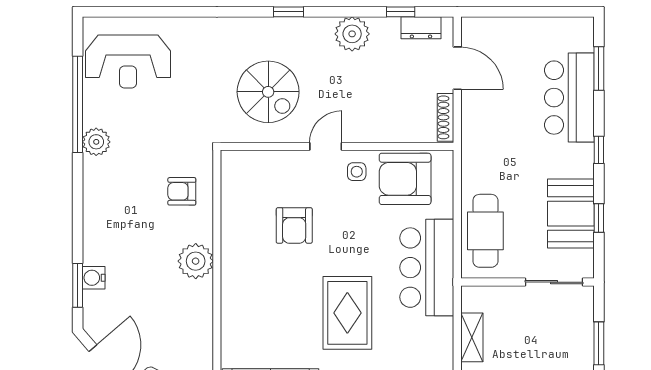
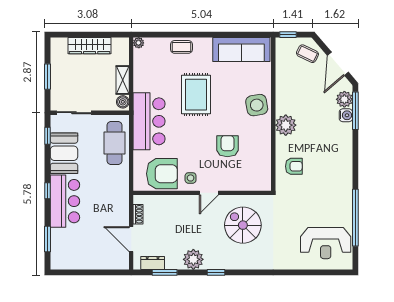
window: (288, 12) -> (216, 272), moved
window: (401, 12) -> (165, 272), width x1.50
reception desk: (128, 62) -> (326, 243), turned 180
bar counter: (569, 98) -> (65, 201), moved
shoe rack: (446, 117) -> (138, 214), width x0.70
plant: (96, 142) -> (344, 99), moved
window: (599, 218) -> (47, 136), moved
window: (78, 285) -> (355, 111), width x1.44
side table: (245, 295) -> (257, 105), added
boiler: (471, 300) -> (123, 102), added

